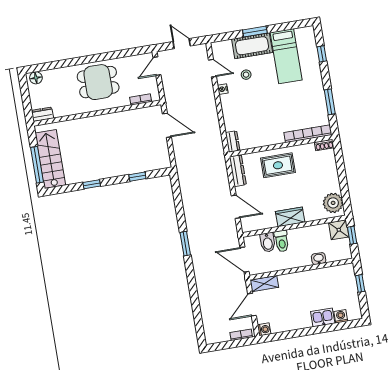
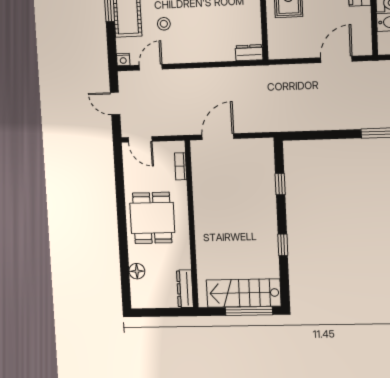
door: (182, 44) -> (115, 103), hinge flipped
floor lamp: (36, 78) -> (137, 271), moved
nightstand: (223, 89) -> (123, 60), moved
dresser: (42, 114) -> (185, 289), width x1.44
dresser: (238, 171) -> (289, 51), removed

